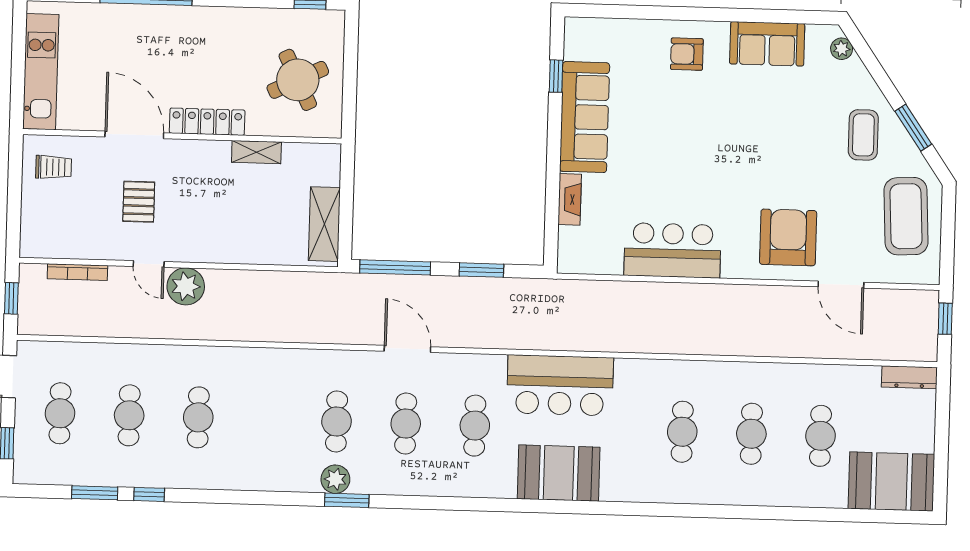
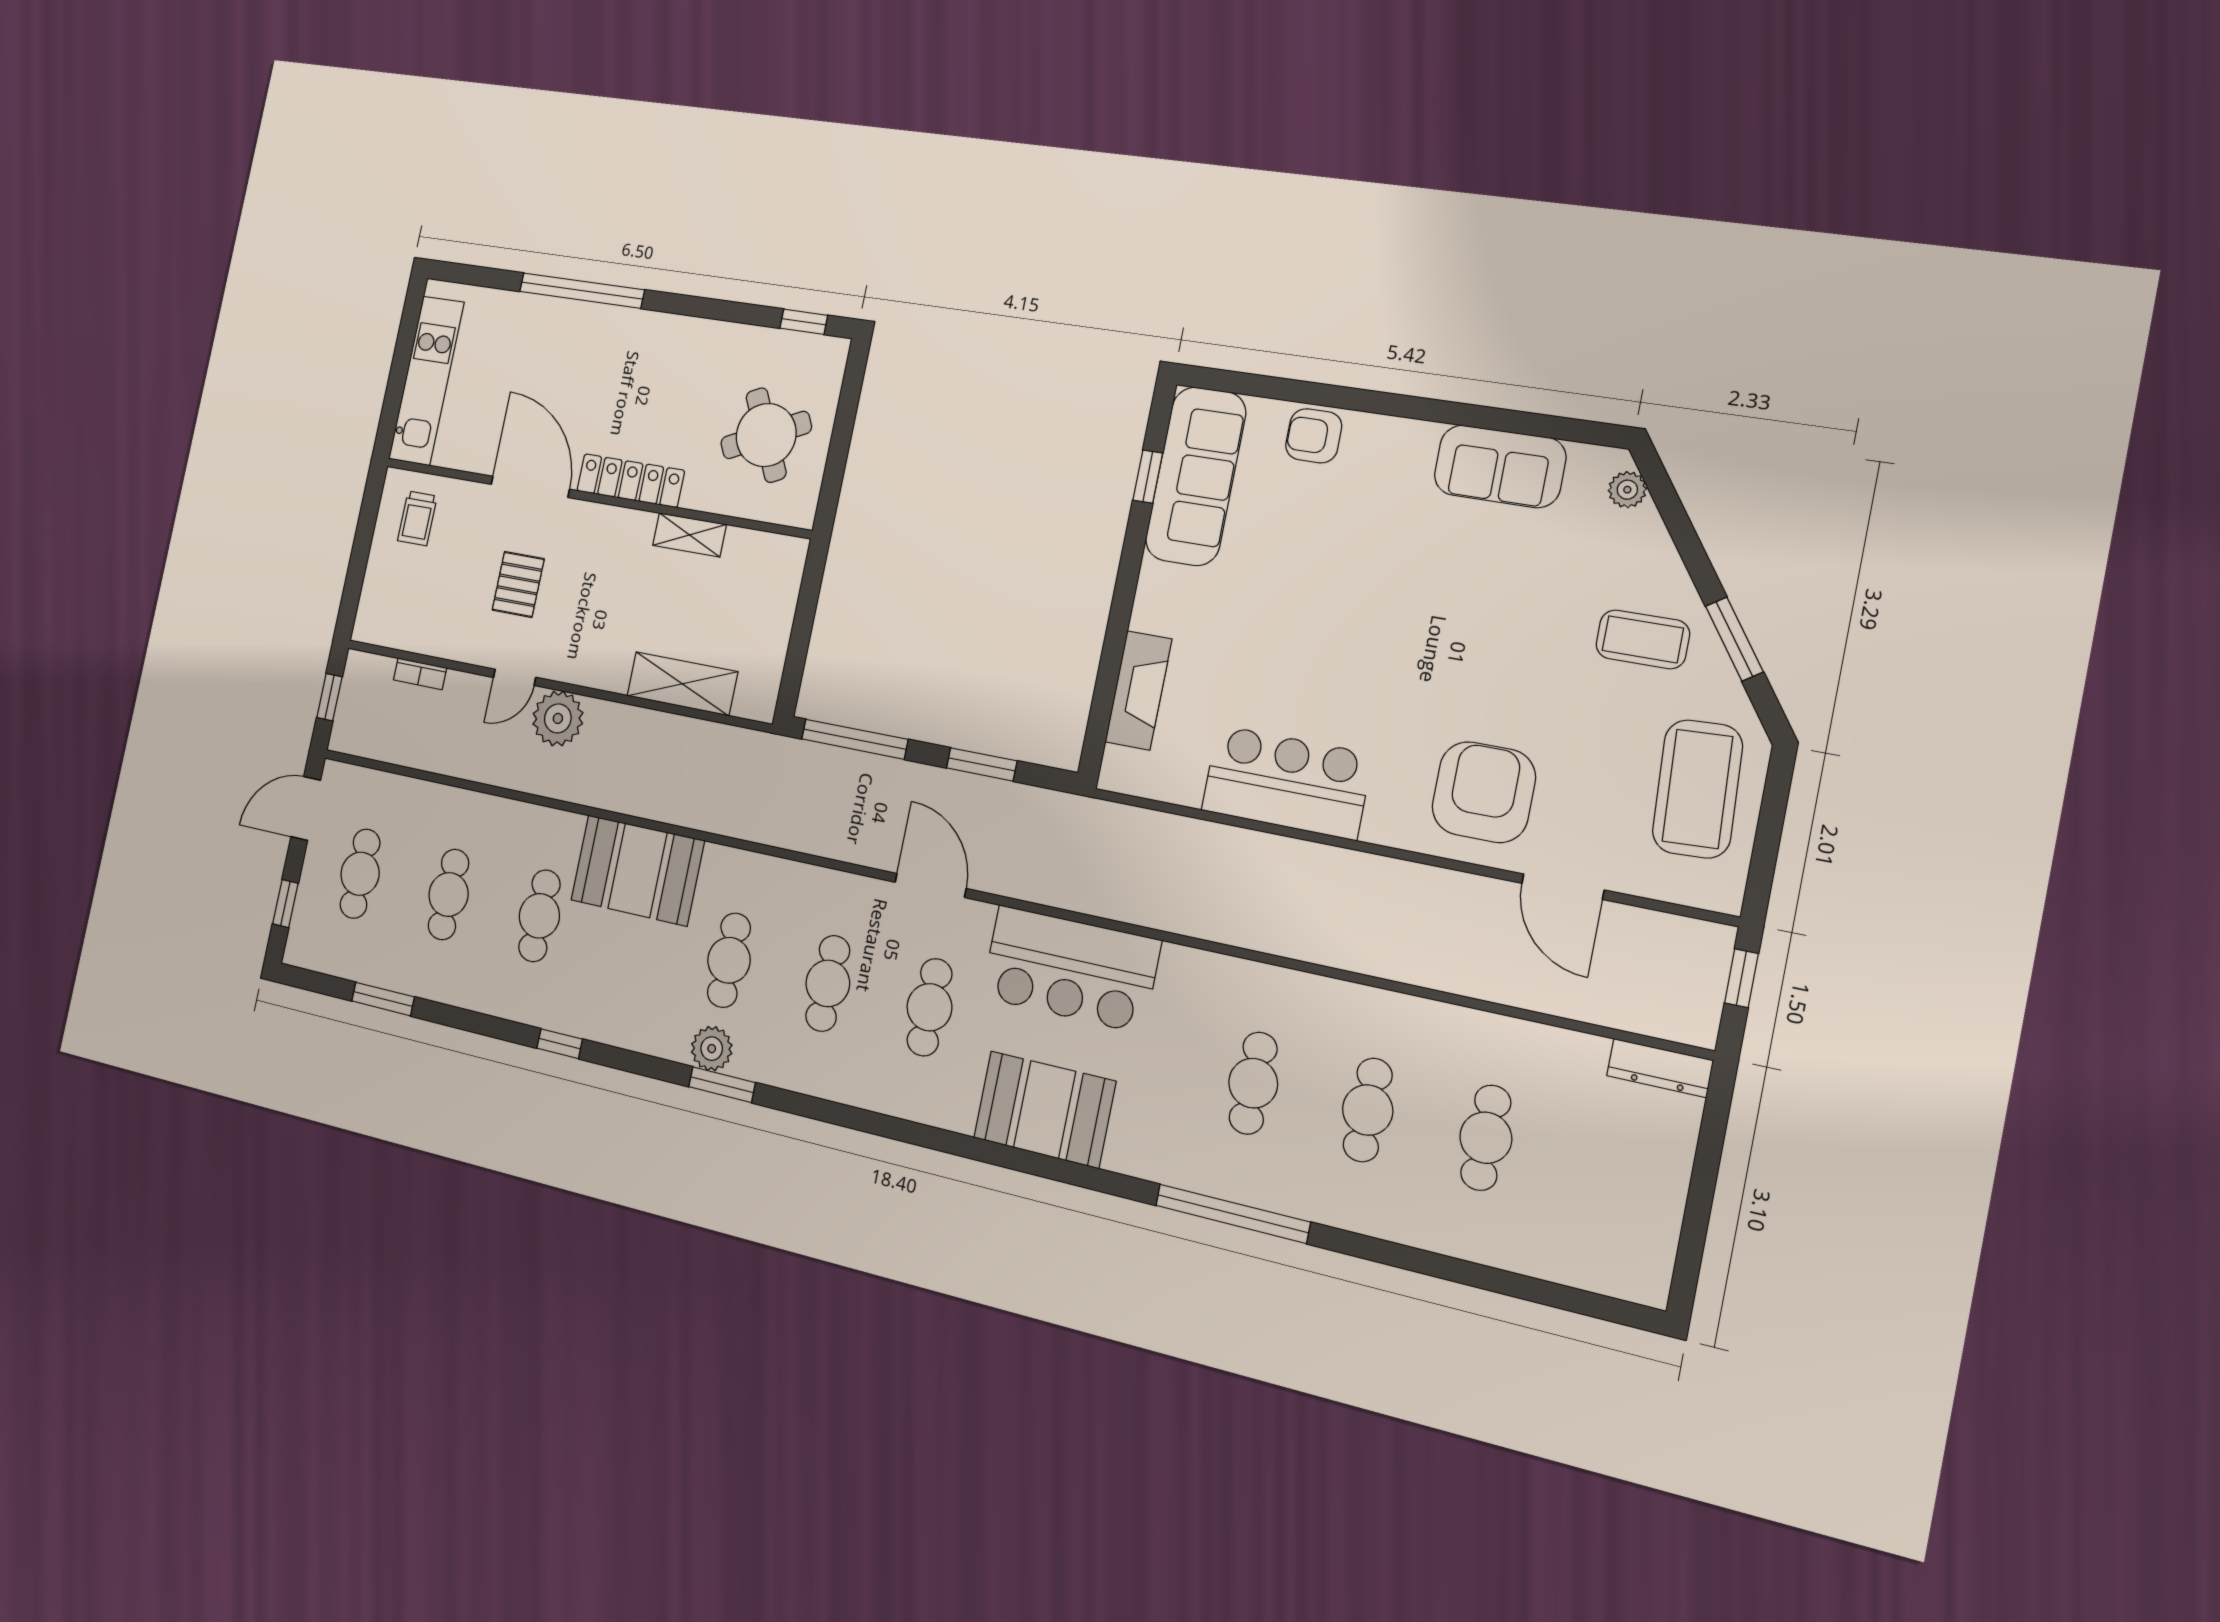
armchair: (687, 54) -> (1314, 436), moved
sofa: (585, 117) -> (1196, 476), moved
coffee table: (863, 135) -> (1643, 639), turned 90
trolley: (54, 167) -> (417, 518), turned 90
fireplace: (570, 199) -> (1139, 690), width x1.37, depth x1.32
shelving: (324, 224) -> (682, 684), moved, turned 90
door: (149, 264) -> (515, 677), hinge flipped
bookcase: (77, 272) -> (420, 674), width x0.64
door: (407, 349) -> (931, 885), moved
booth: (891, 481) -> (637, 870), moved
window: (149, 494) -> (560, 1044), moved
window: (683, 510) -> (1233, 1214), added

